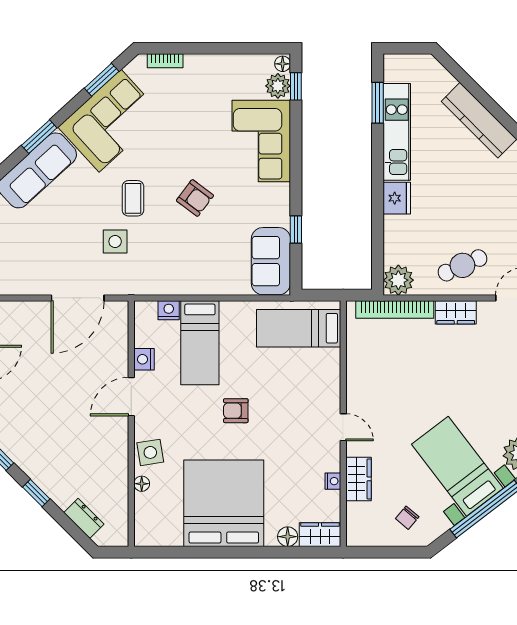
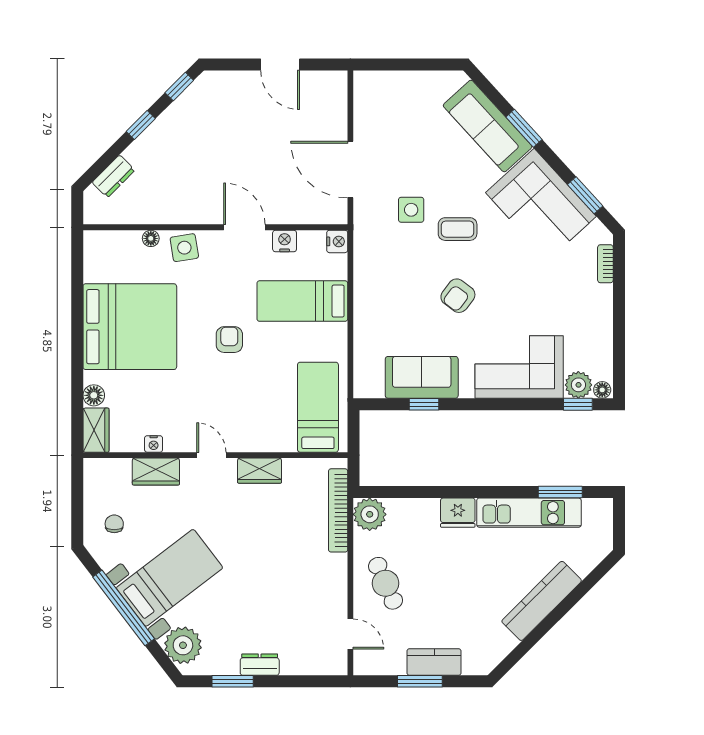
sofa: (271, 261) -> (422, 377), moved
nightstand: (169, 310) -> (337, 241), moved
wardrobe: (456, 312) -> (260, 471), moved, turned -90
door: (343, 427) -> (211, 455), swing flipped
chair: (407, 518) -> (114, 524), turned 50

